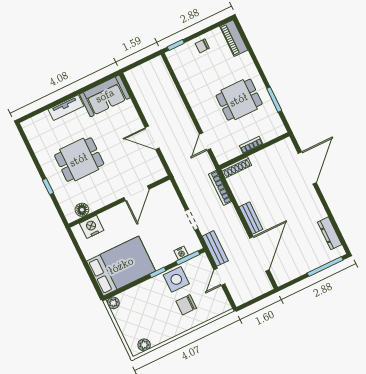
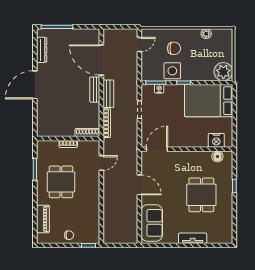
piano: (234, 38) -> (43, 219), moved
sofa: (105, 96) -> (152, 223), moved, turned 90
dining table: (239, 100) -> (61, 182), turned 90
dining table: (79, 160) -> (201, 195), turned 90
door: (307, 168) -> (35, 85), moved
door: (136, 193) -> (157, 149), moved
bench: (215, 248) -> (108, 94), moved
door: (259, 254) -> (101, 60), hinge flipped
door: (219, 277) -> (139, 44), moved
plant: (113, 303) -> (223, 72), width x1.88, depth x1.88
plant: (144, 345) -> (206, 34), moved

